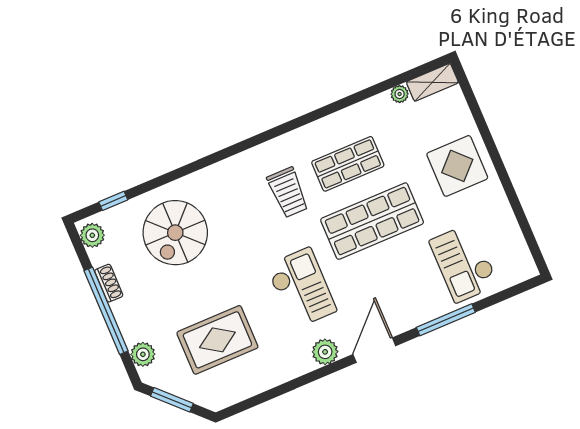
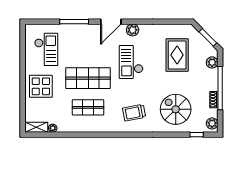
trolley: (288, 192) -> (134, 113), moved, turned -101
spiral stairs: (175, 233) -> (176, 109), turned -90
checkout: (464, 263) -> (46, 49), moved
rug: (217, 340) -> (177, 55), turned 90

